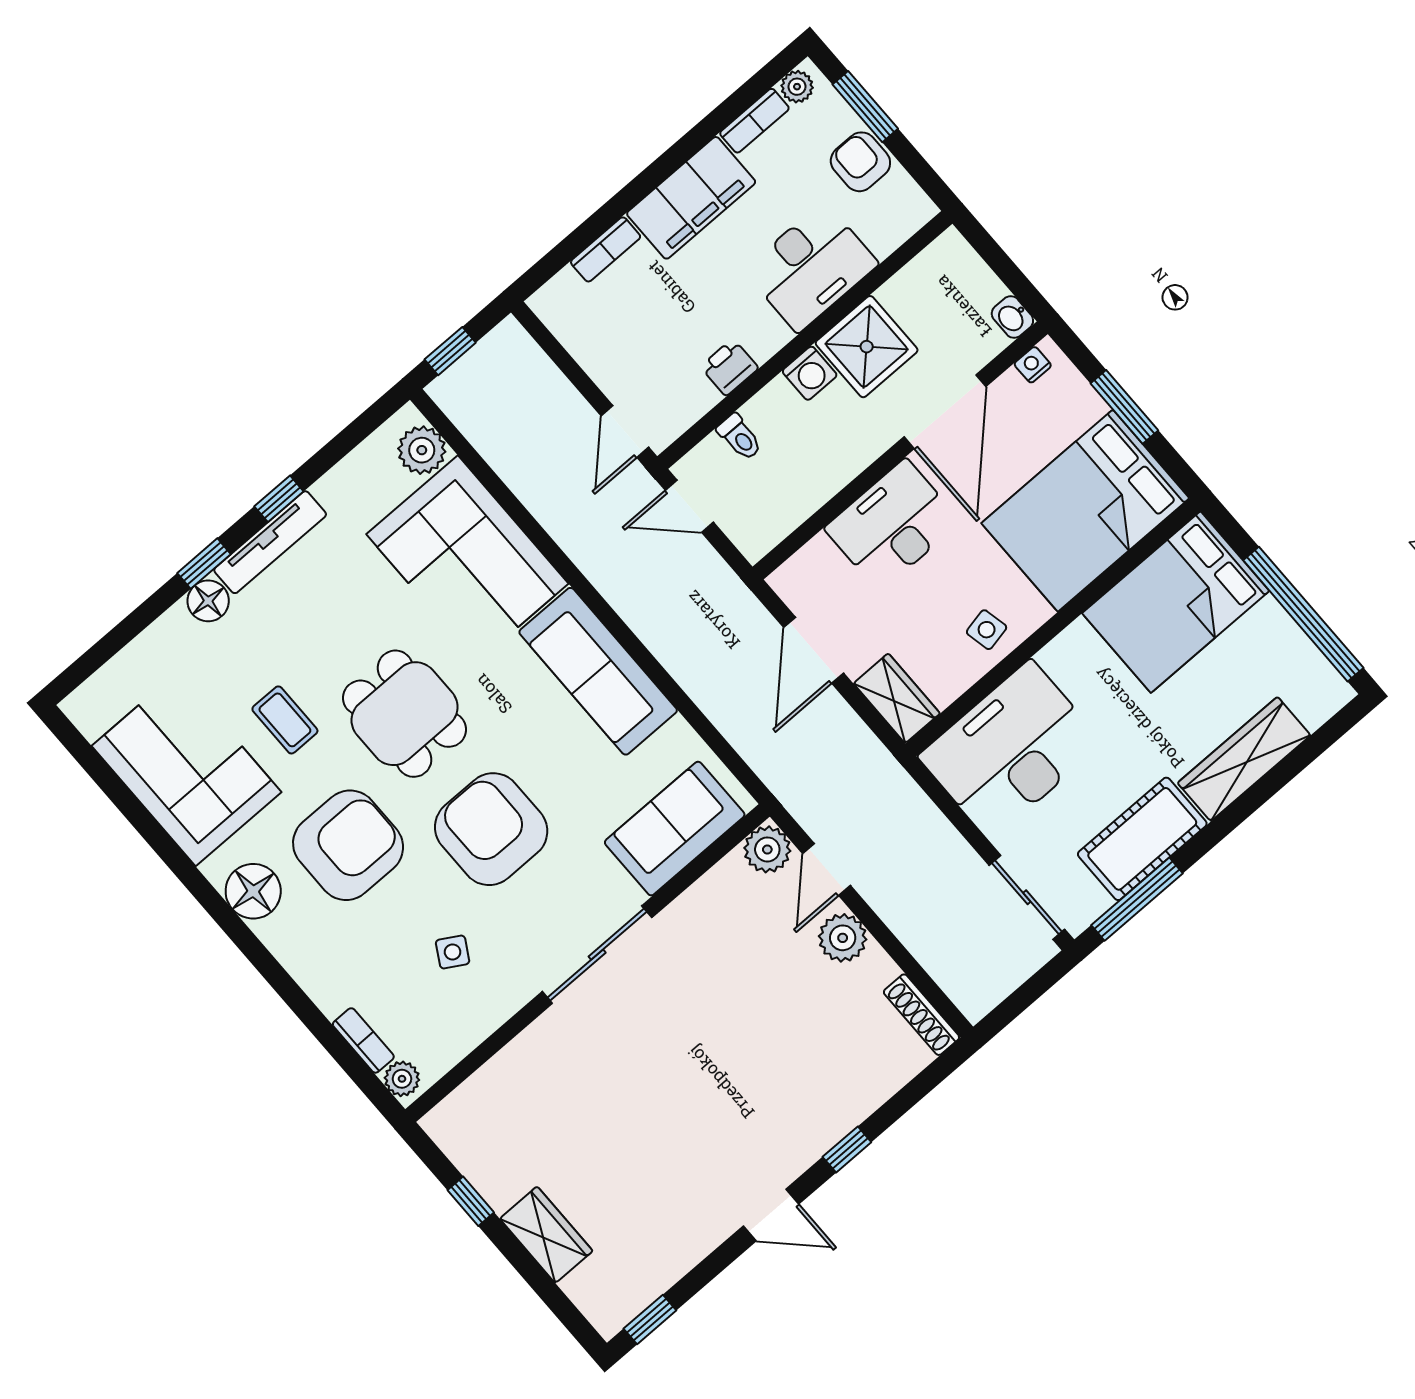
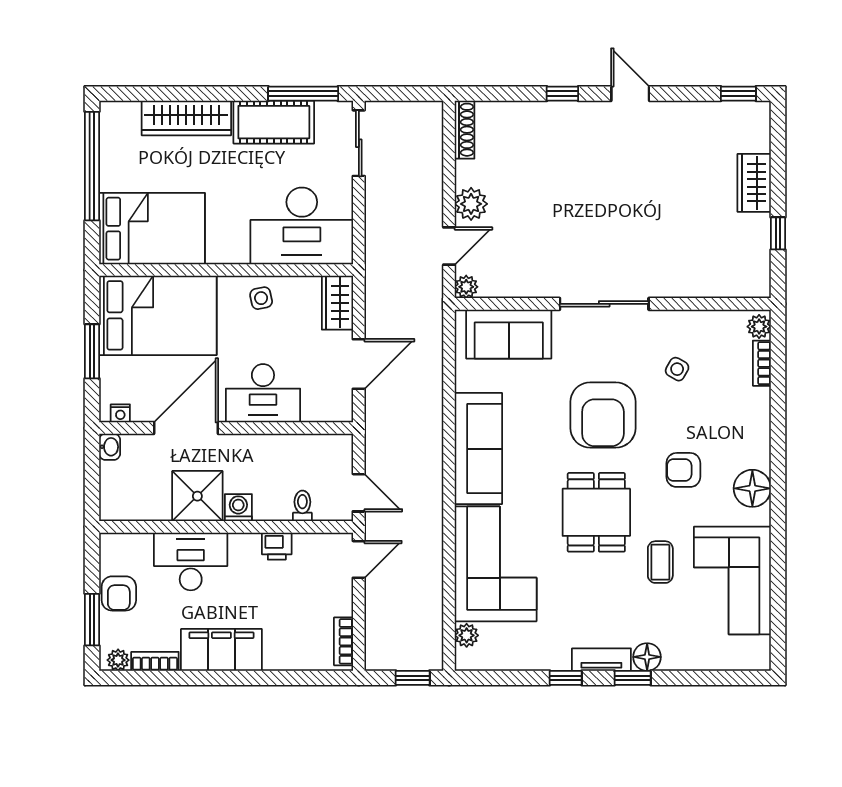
bookcase: (606, 249) -> (344, 641), moved, turned -90
plant: (422, 450) -> (467, 635), width x0.73, depth x0.73
tv unit: (270, 542) -> (601, 660), width x0.71
armchair: (348, 845) -> (683, 470), width x0.53, depth x0.53
plant: (767, 849) -> (466, 287), width x0.73, depth x0.73

